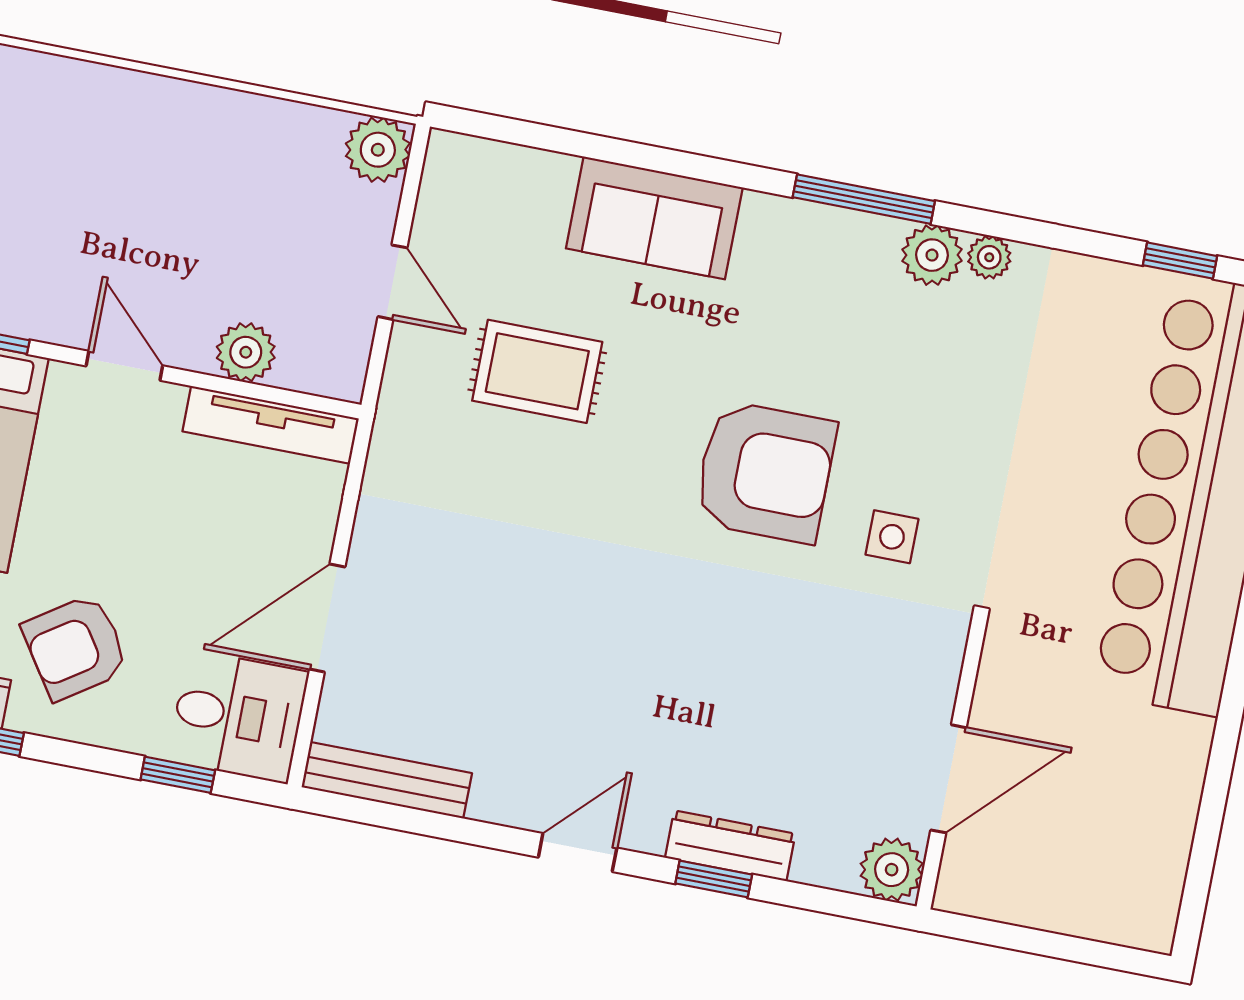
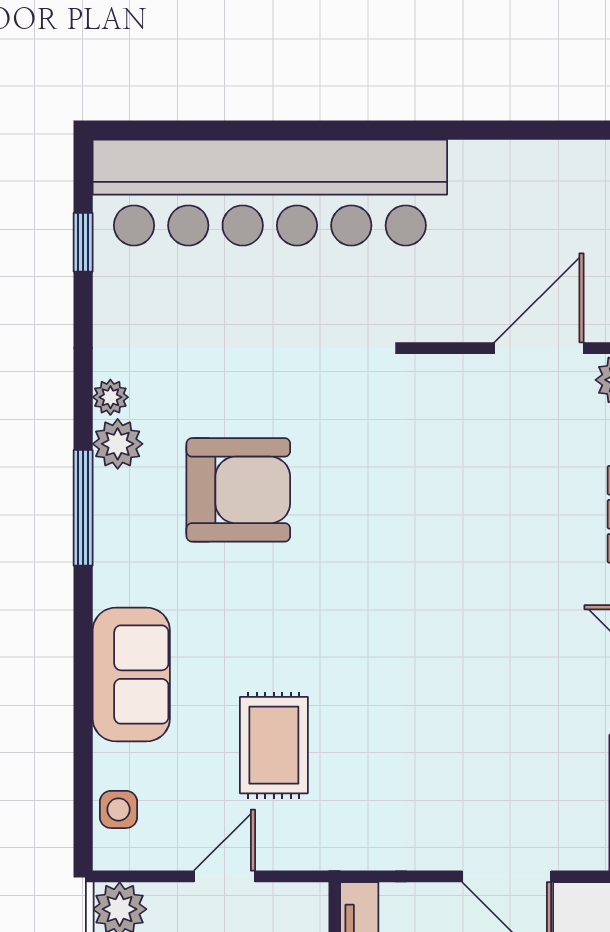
armchair: (765, 472) -> (238, 490), moved, turned 90
side table: (892, 537) -> (118, 809), moved
door: (949, 779) -> (539, 348), hinge flipped

